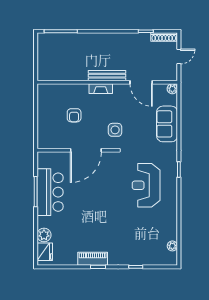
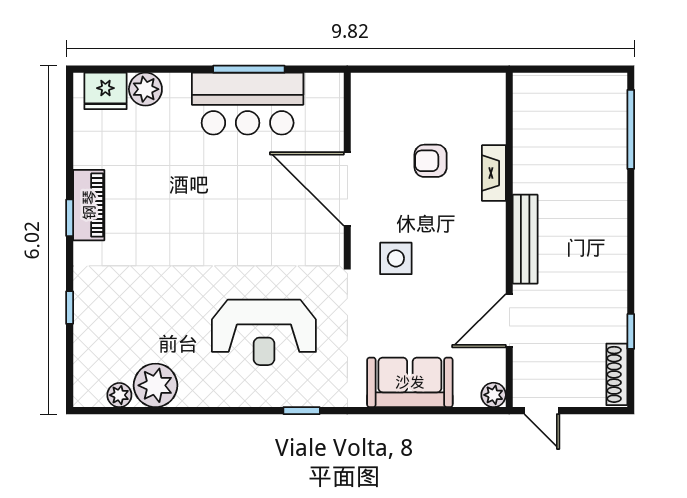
door: (179, 57) -> (542, 411), moved
fireplace: (101, 89) -> (494, 173), moved
reception desk: (146, 185) -> (264, 332), turned 180
plant: (168, 231) -> (156, 385), added

